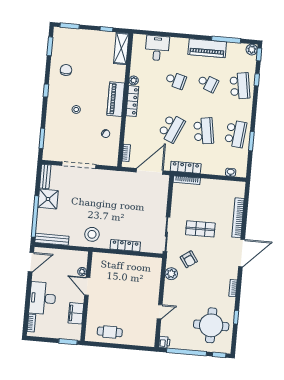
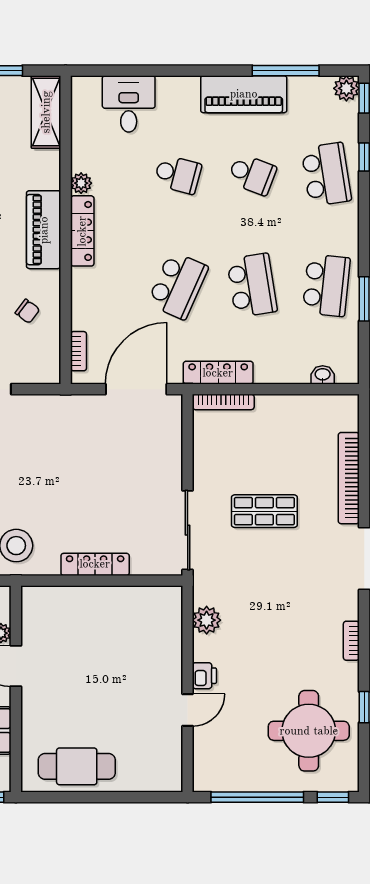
armchair: (189, 259) -> (244, 583), removed
cafe table: (110, 332) -> (77, 766), width x1.37, depth x1.35
printer: (164, 342) -> (204, 676), moved

